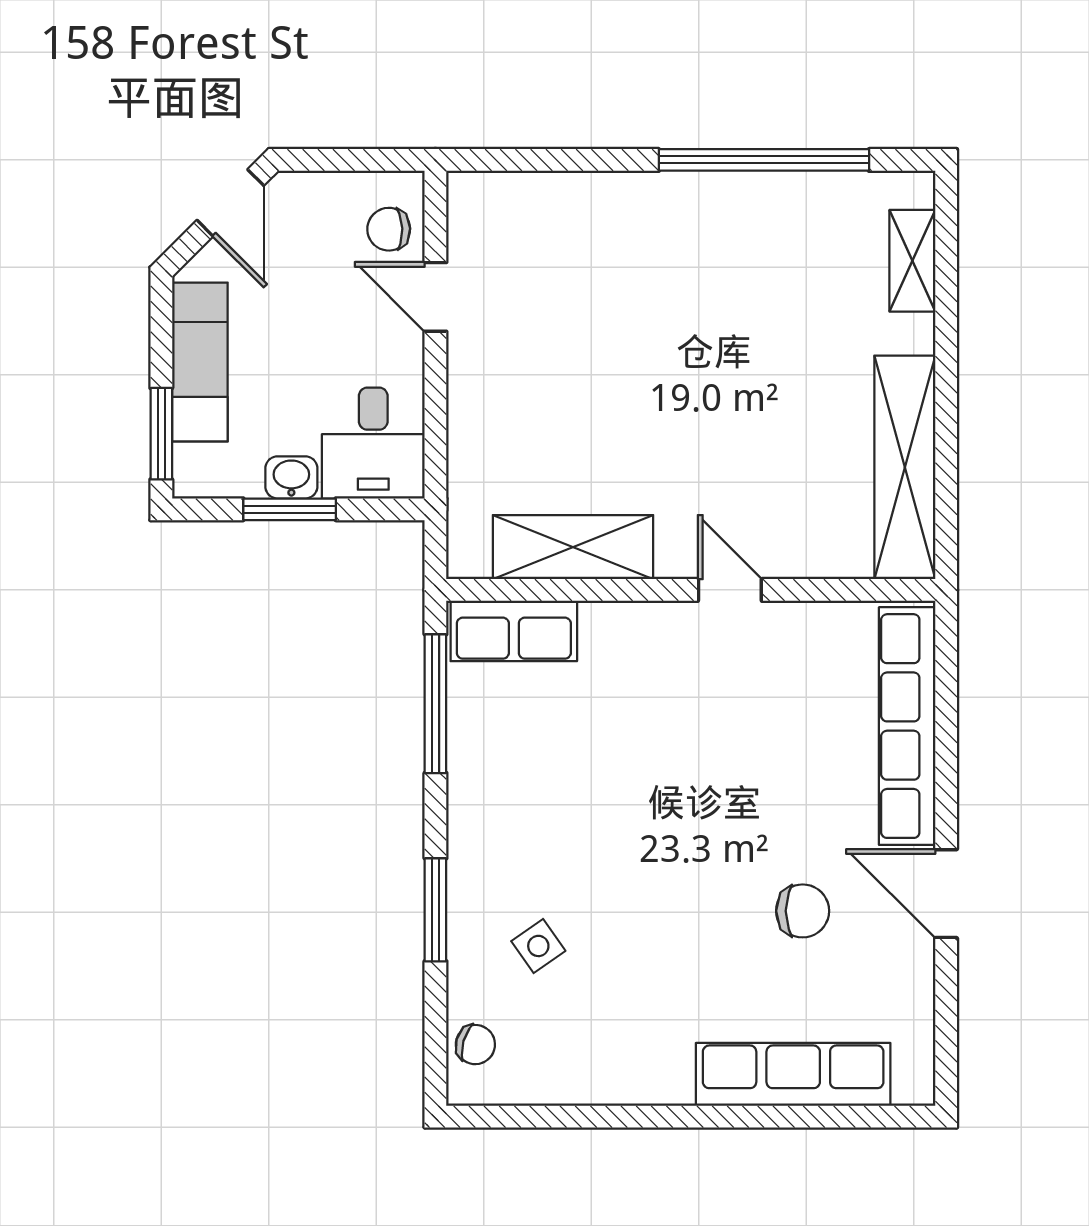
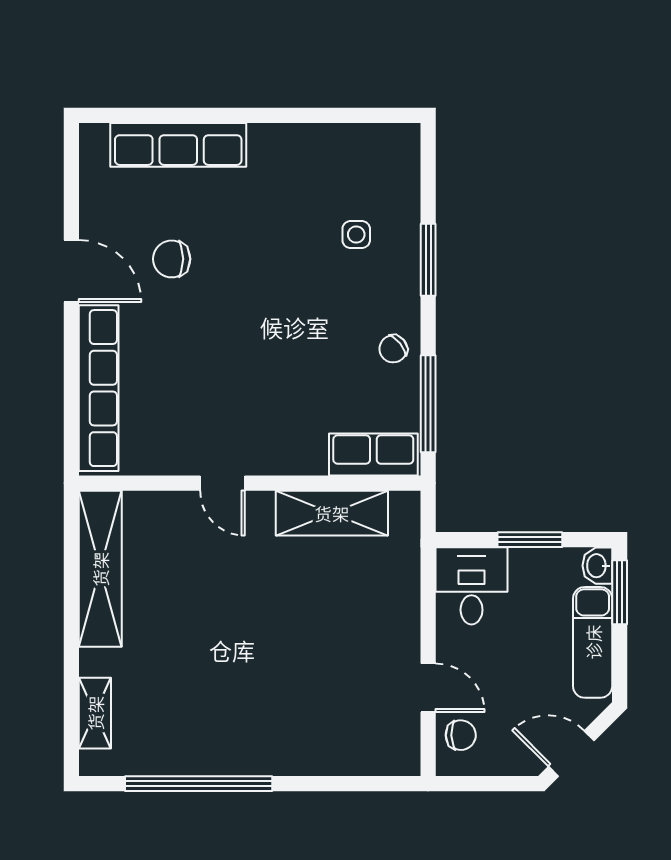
door: (230, 203) -> (571, 754), hinge flipped
washbasin: (291, 477) -> (597, 566), moved, turned 90
side table: (538, 946) -> (356, 235), turned 35
chair: (475, 1045) -> (393, 349), moved, turned -55

